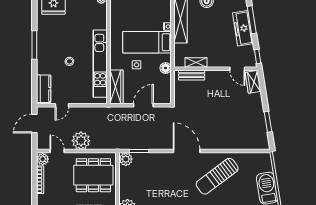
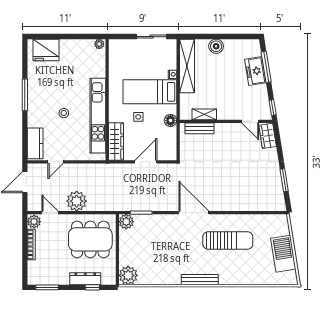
freezer: (243, 28) -> (255, 71), width x0.71
sun lounger: (217, 176) -> (228, 241), turned -143

